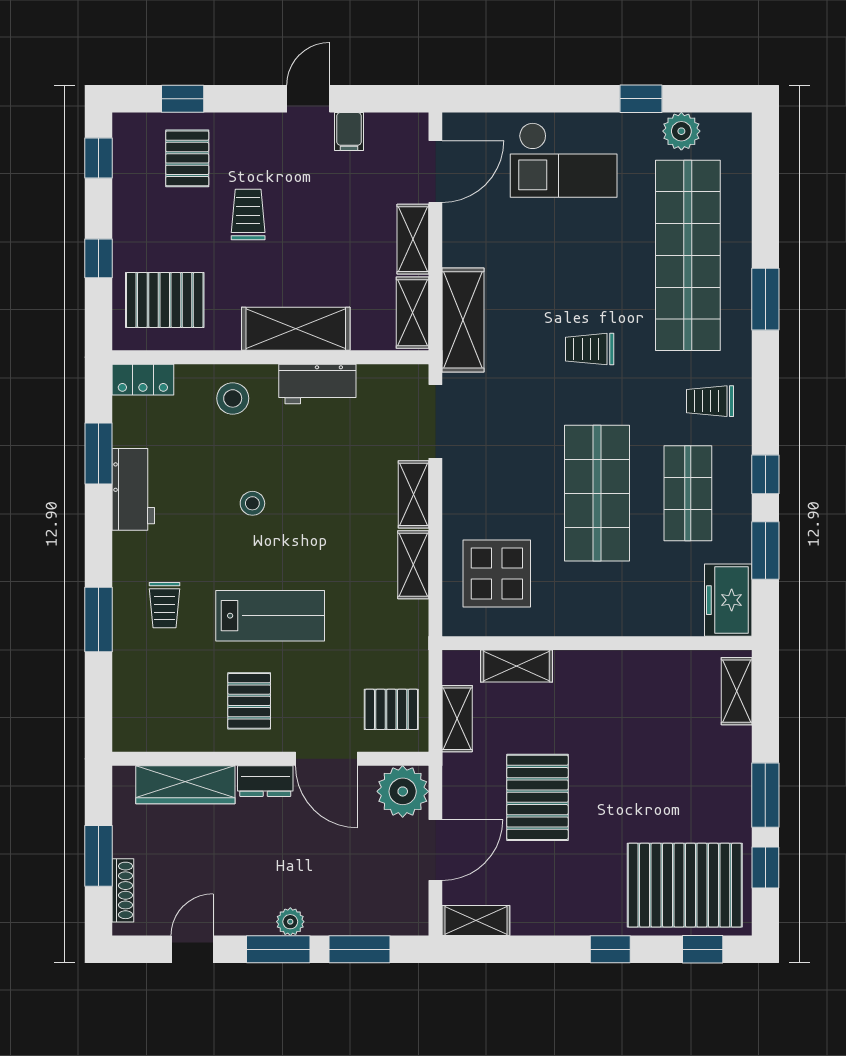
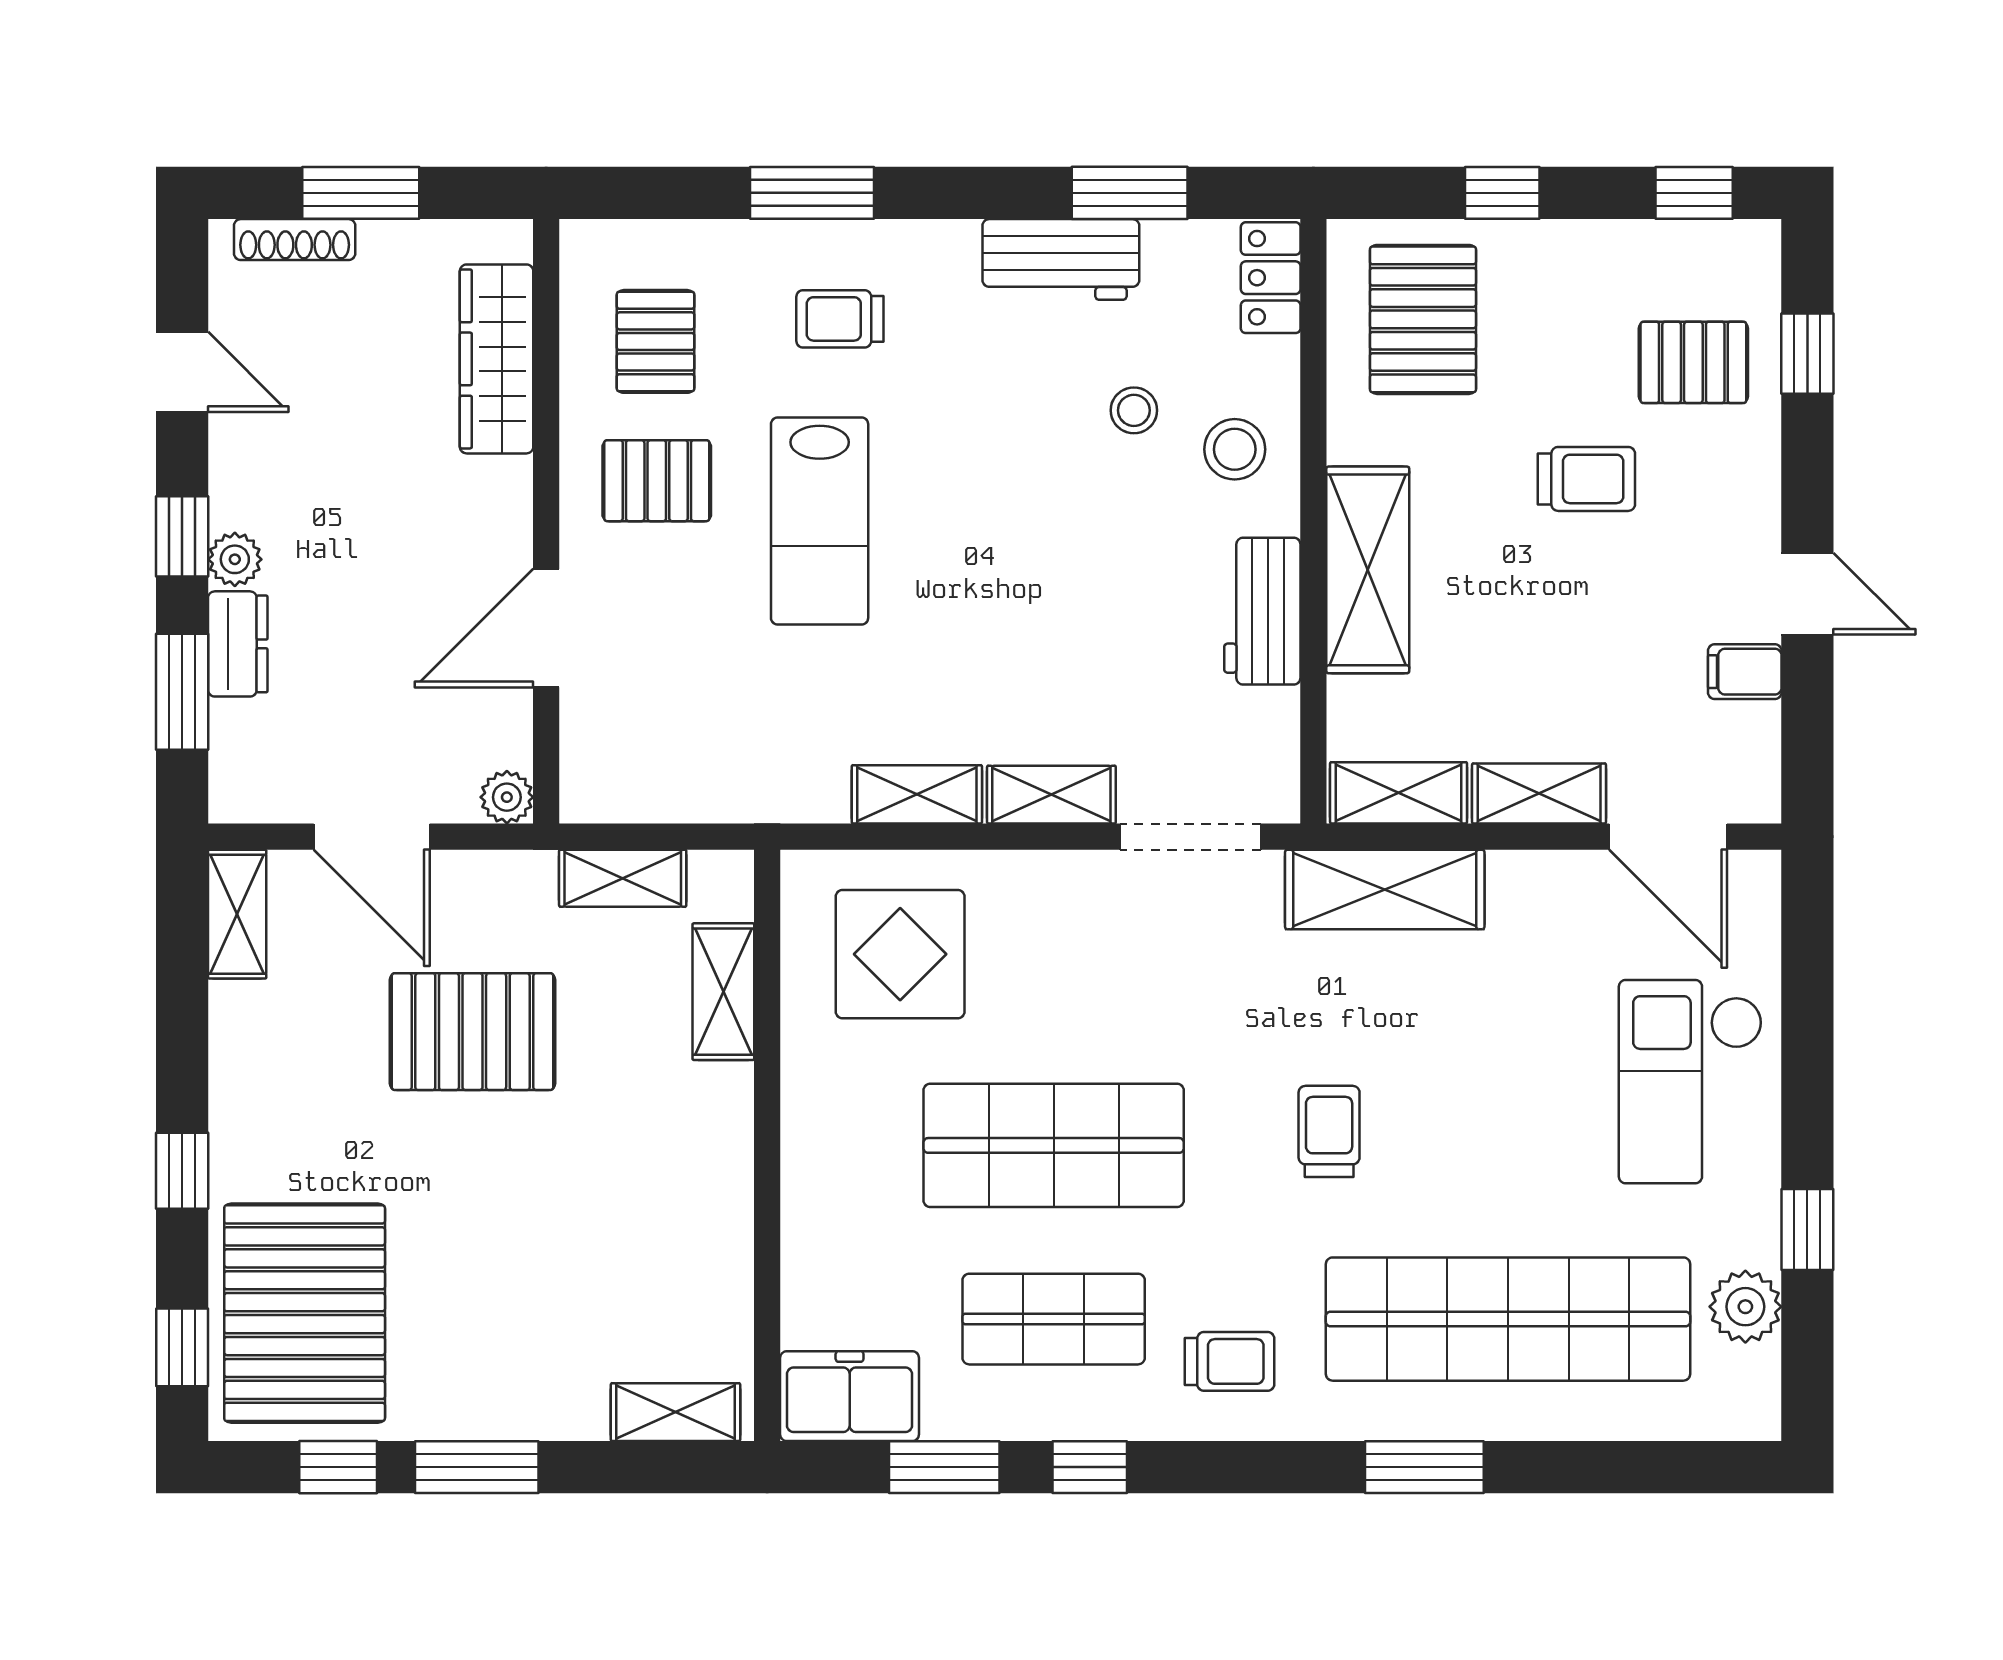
trolley: (710, 401) -> (1229, 1361), turned 90
stool: (252, 503) -> (1134, 410), moved
pallet: (391, 709) -> (656, 341), moved
dresser: (265, 781) -> (238, 644), moved, turned 180
plant: (403, 791) -> (507, 797), width x0.53, depth x0.53
window: (278, 949) -> (182, 536), width x0.67

